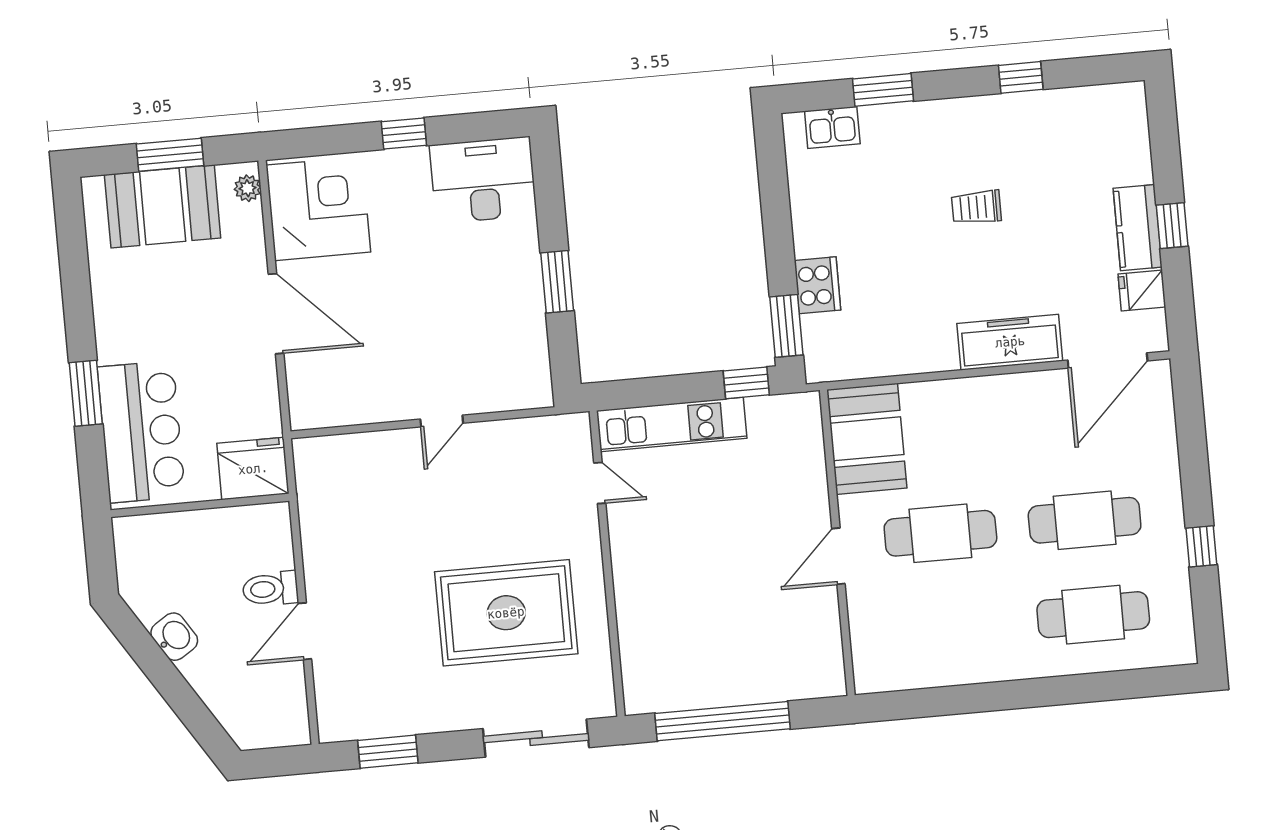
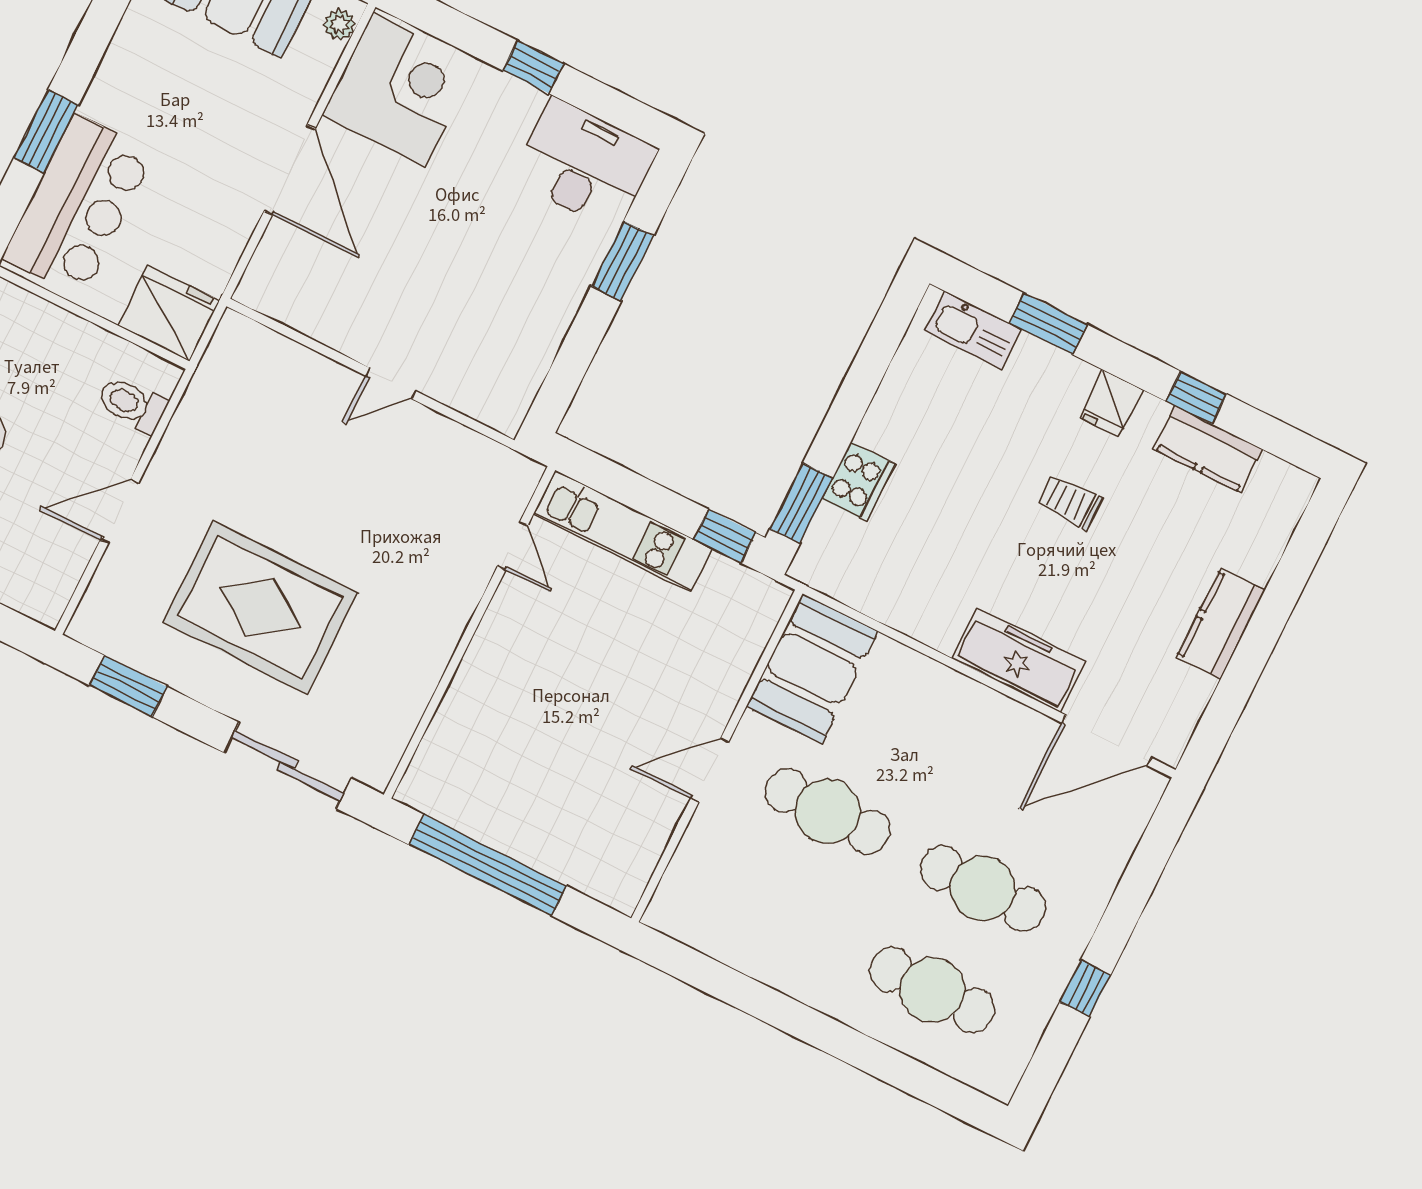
kitchen counter: (1052, 109) -> (1208, 449), added
kitchen sink: (832, 127) -> (973, 330), width x1.38
window: (1172, 226) -> (1257, 644), removed
window: (557, 282) -> (622, 261), moved
fridge: (1142, 290) -> (1111, 403), moved, turned -90
toilet: (270, 589) -> (132, 404), moved
rug: (506, 613) -> (260, 607), moved

